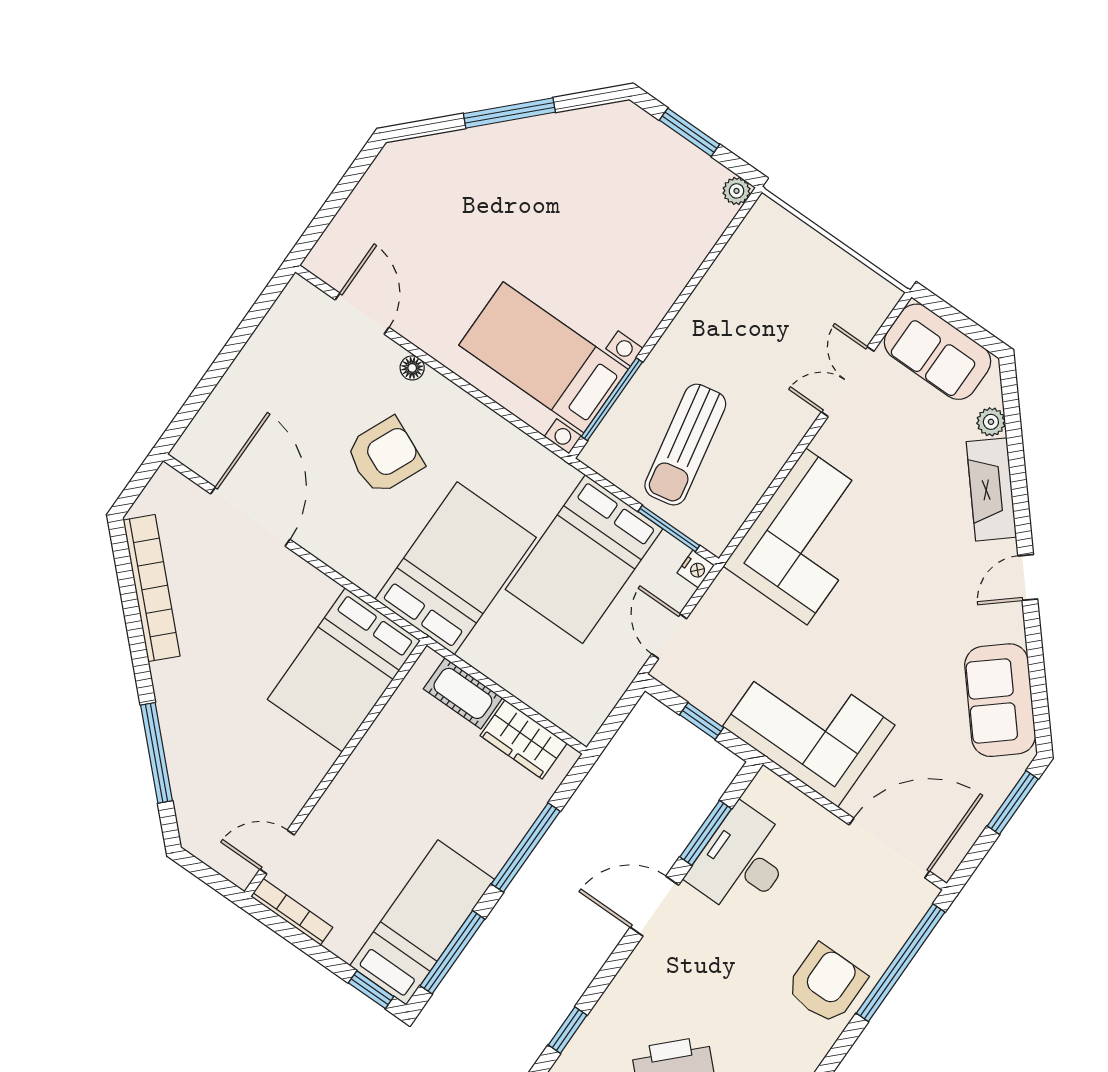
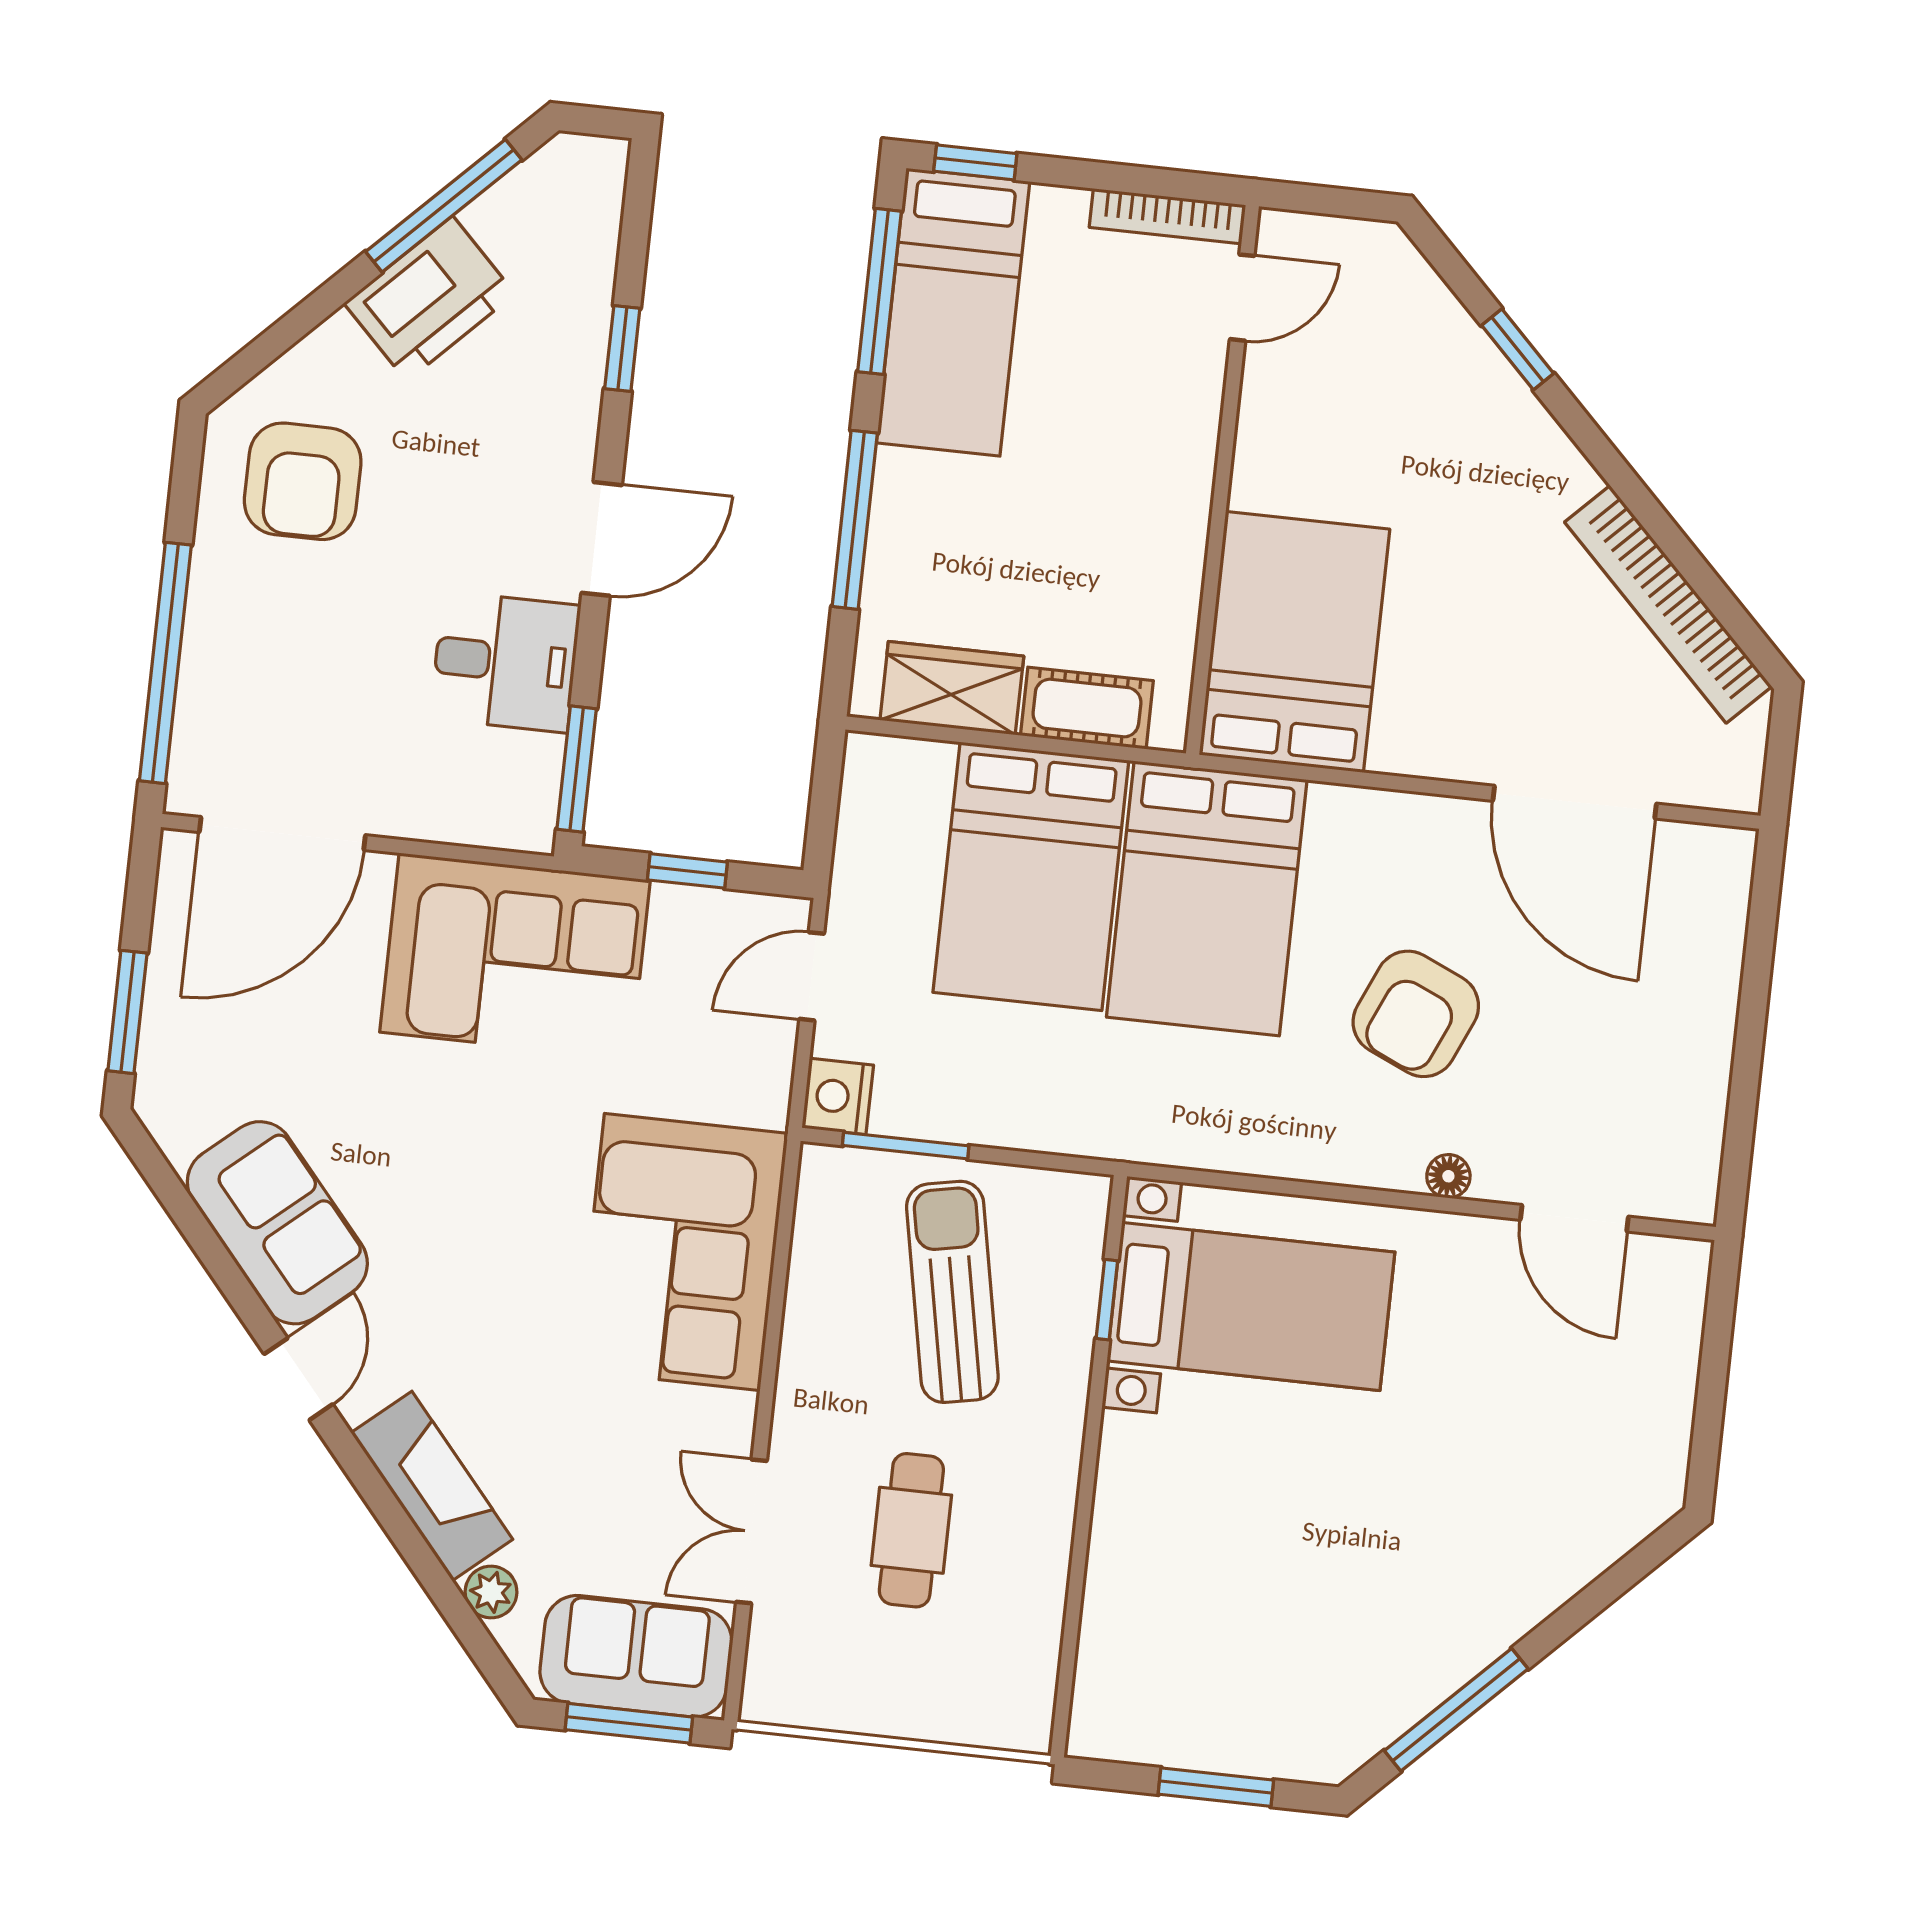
window: (509, 113) -> (1456, 1710), moved
plant: (737, 191) -> (1091, 1735), removed
window: (959, 321) -> (629, 1723), added
cafe table: (769, 339) -> (911, 1530), added
double door: (848, 382) -> (751, 1531), swing flipped
window: (612, 399) -> (1107, 1300), width x0.46
bed: (584, 559) -> (1031, 876), moved, turned 180
nightstand: (696, 569) -> (838, 1096), width x1.39, depth x1.35
door: (669, 636) -> (812, 976), swing flipped
sofa: (1000, 700) -> (277, 1223), moved
window: (157, 753) -> (1518, 349), width x0.46
window: (706, 833) -> (577, 769), moved
desk: (742, 861) -> (505, 662), width x0.73
armchair: (826, 984) -> (303, 481), moved
window: (568, 1030) -> (622, 348), moved

